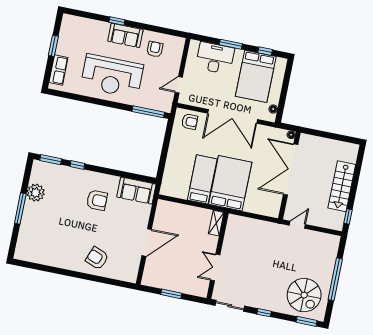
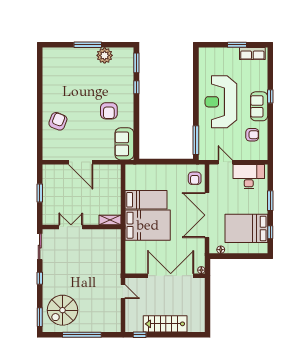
desk: (215, 58) -> (249, 177), moved, turned -90
row of seats: (58, 70) -> (252, 54), moved

